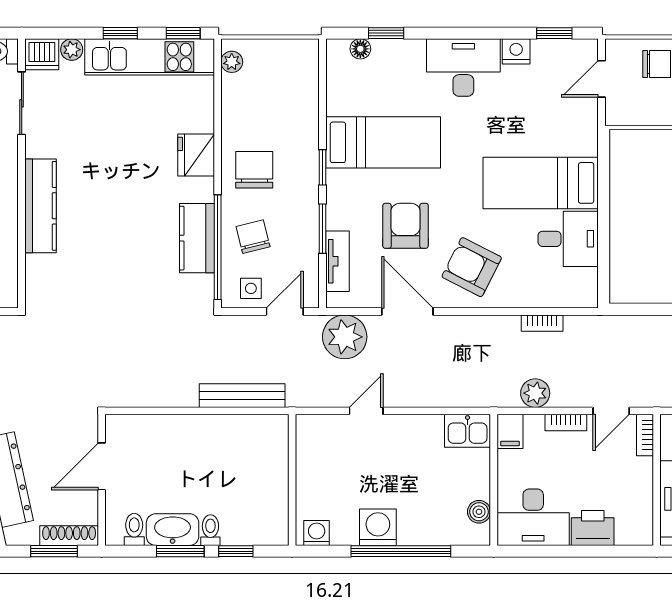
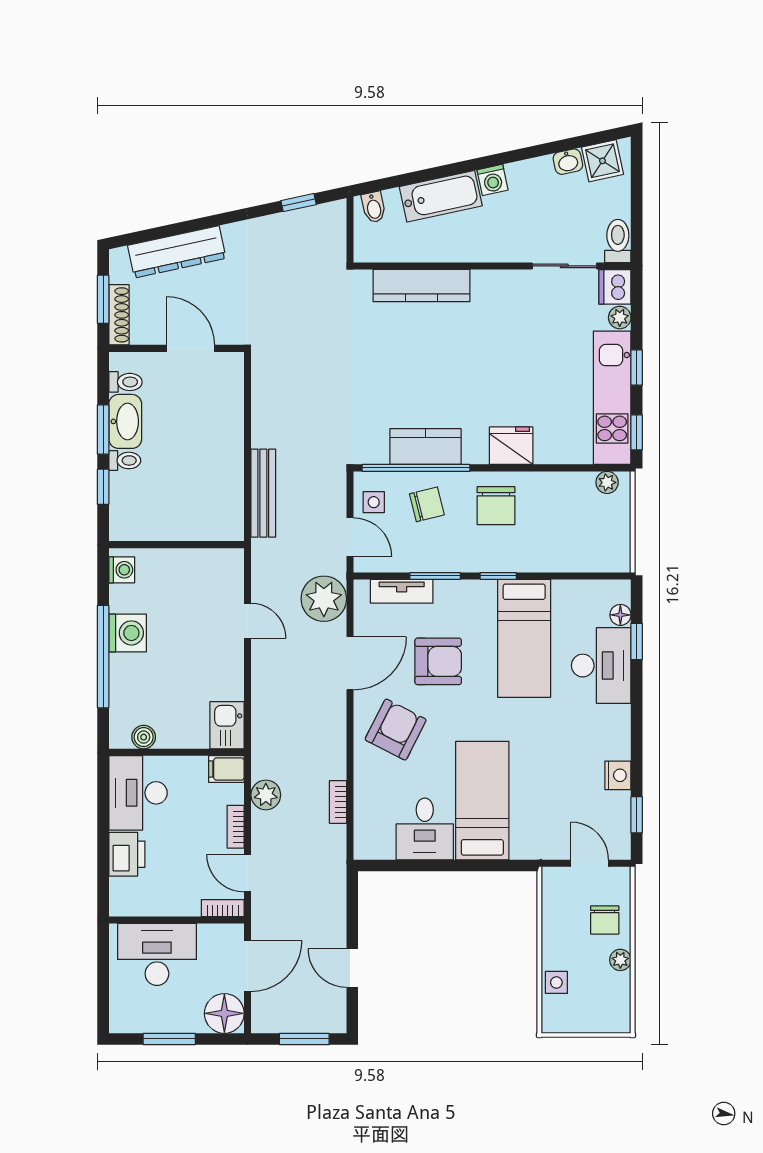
desk: (463, 68) -> (601, 666), moved
chair: (254, 170) -> (496, 506), turned 90
kitchen counter: (41, 206) -> (422, 285), moved

